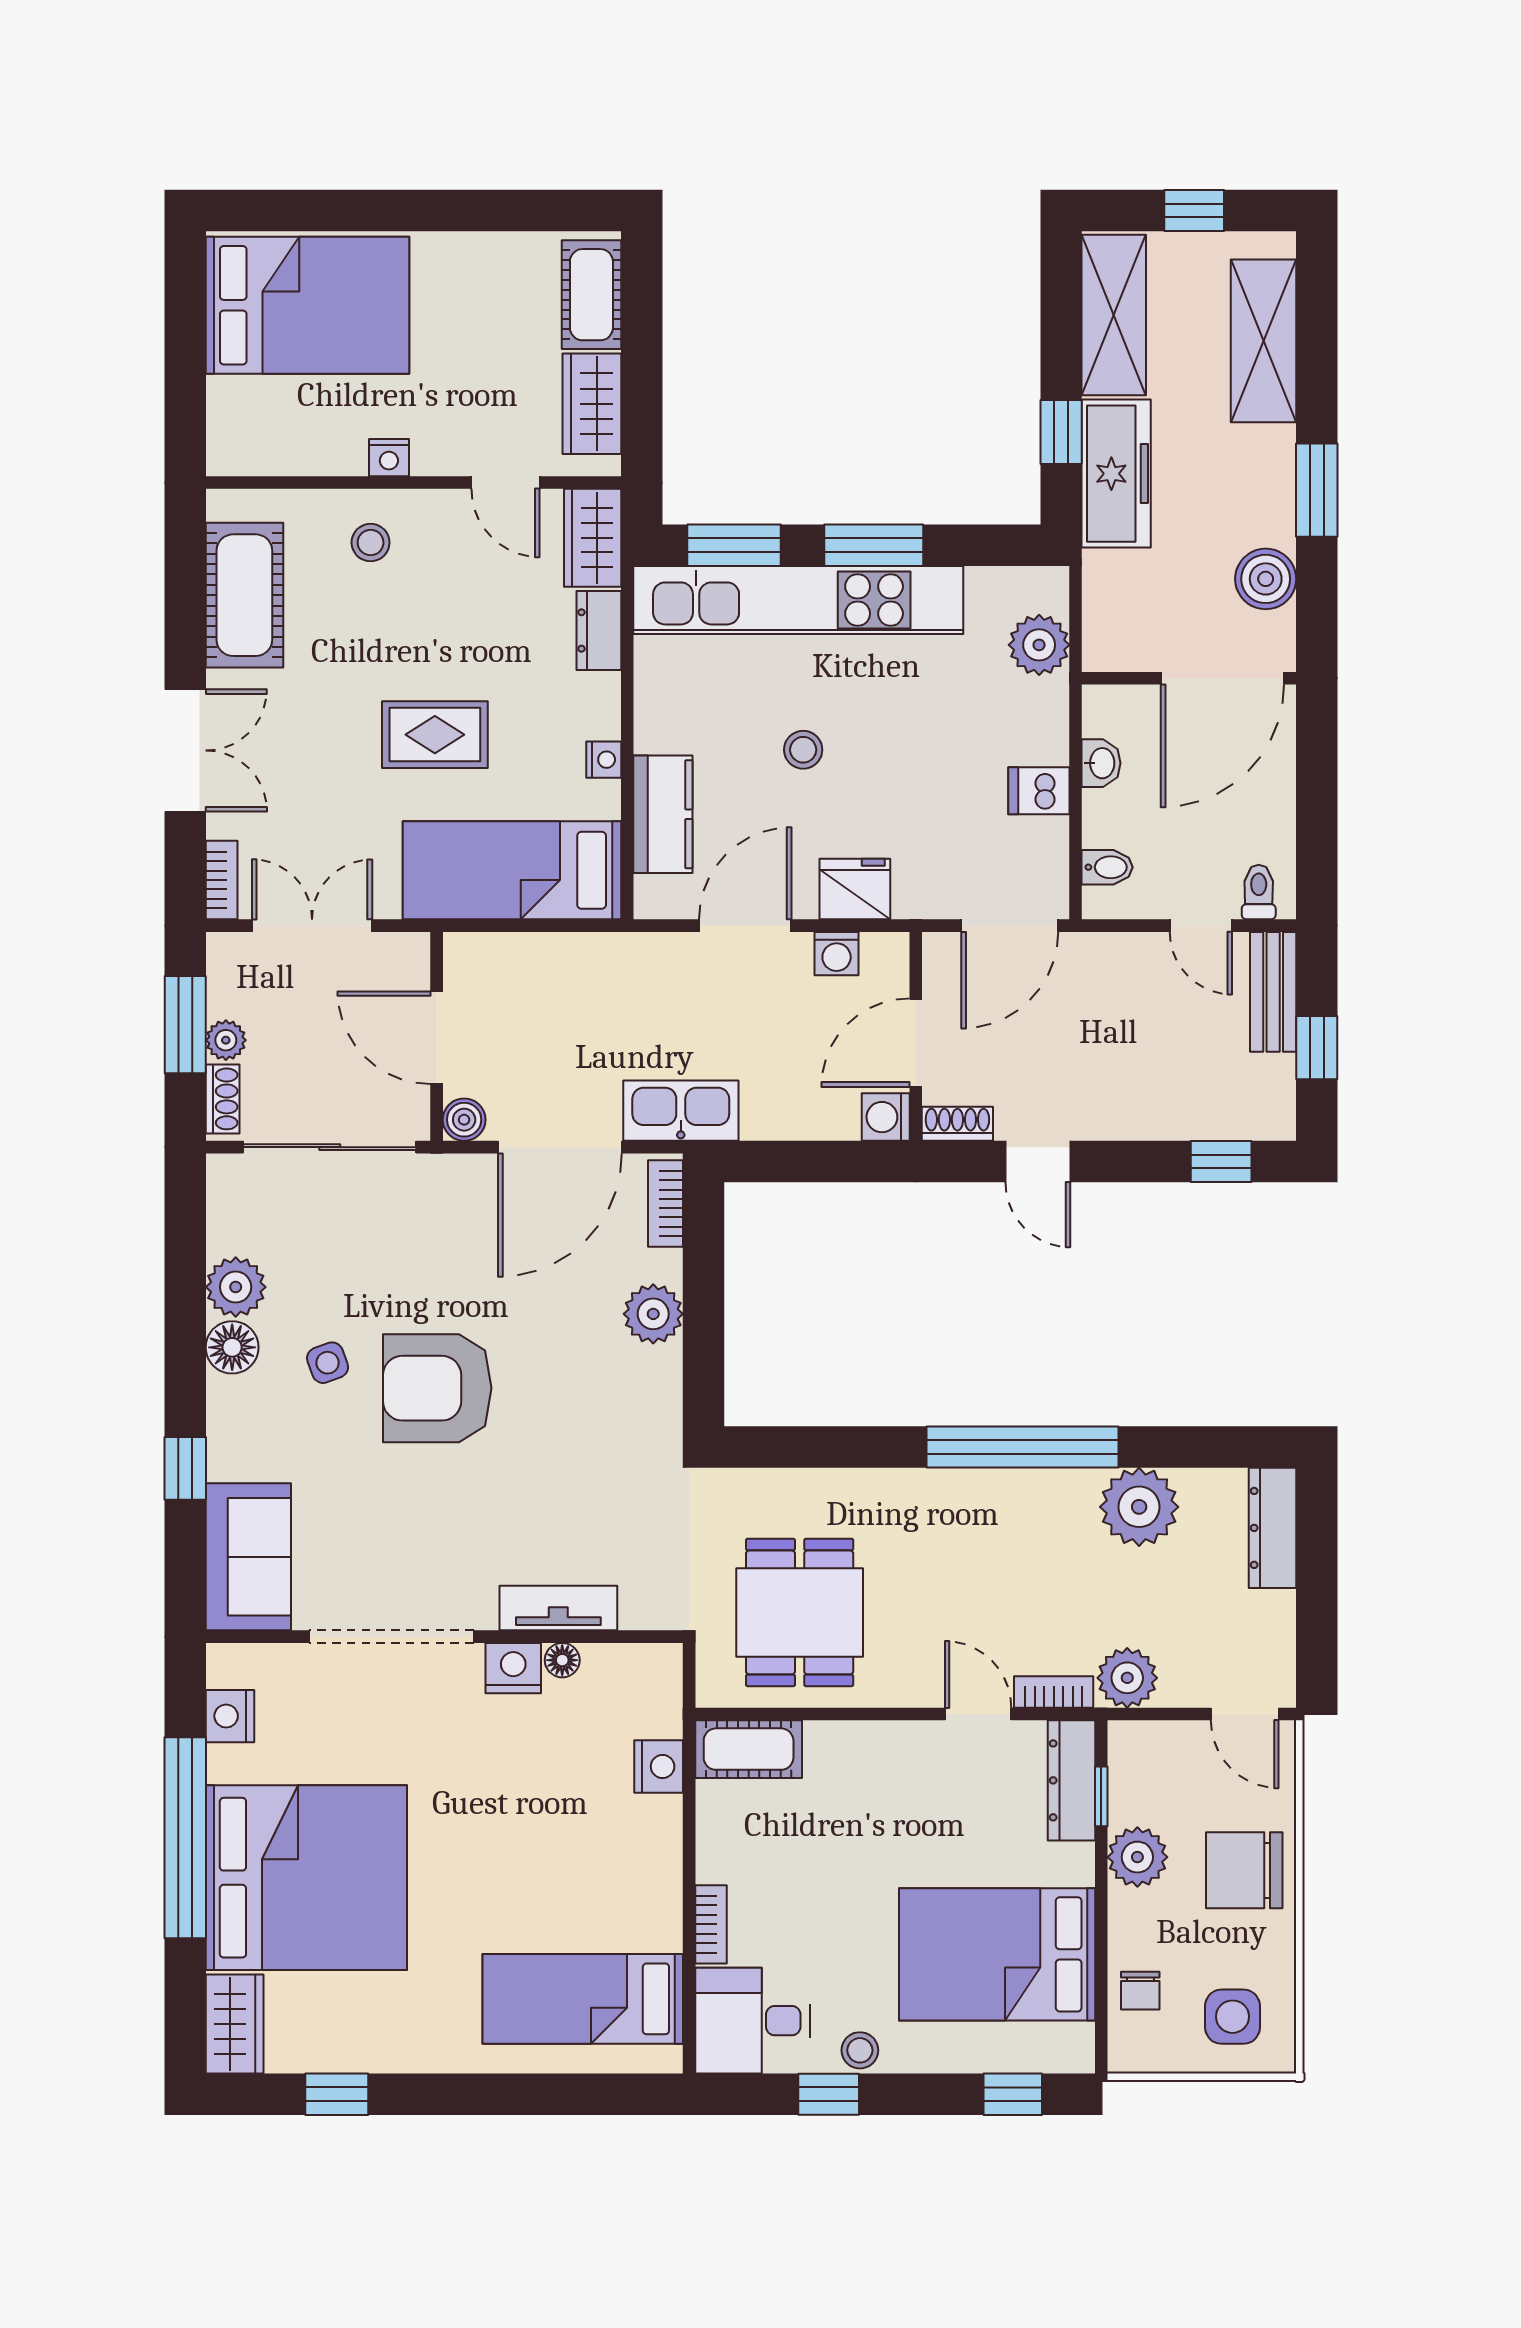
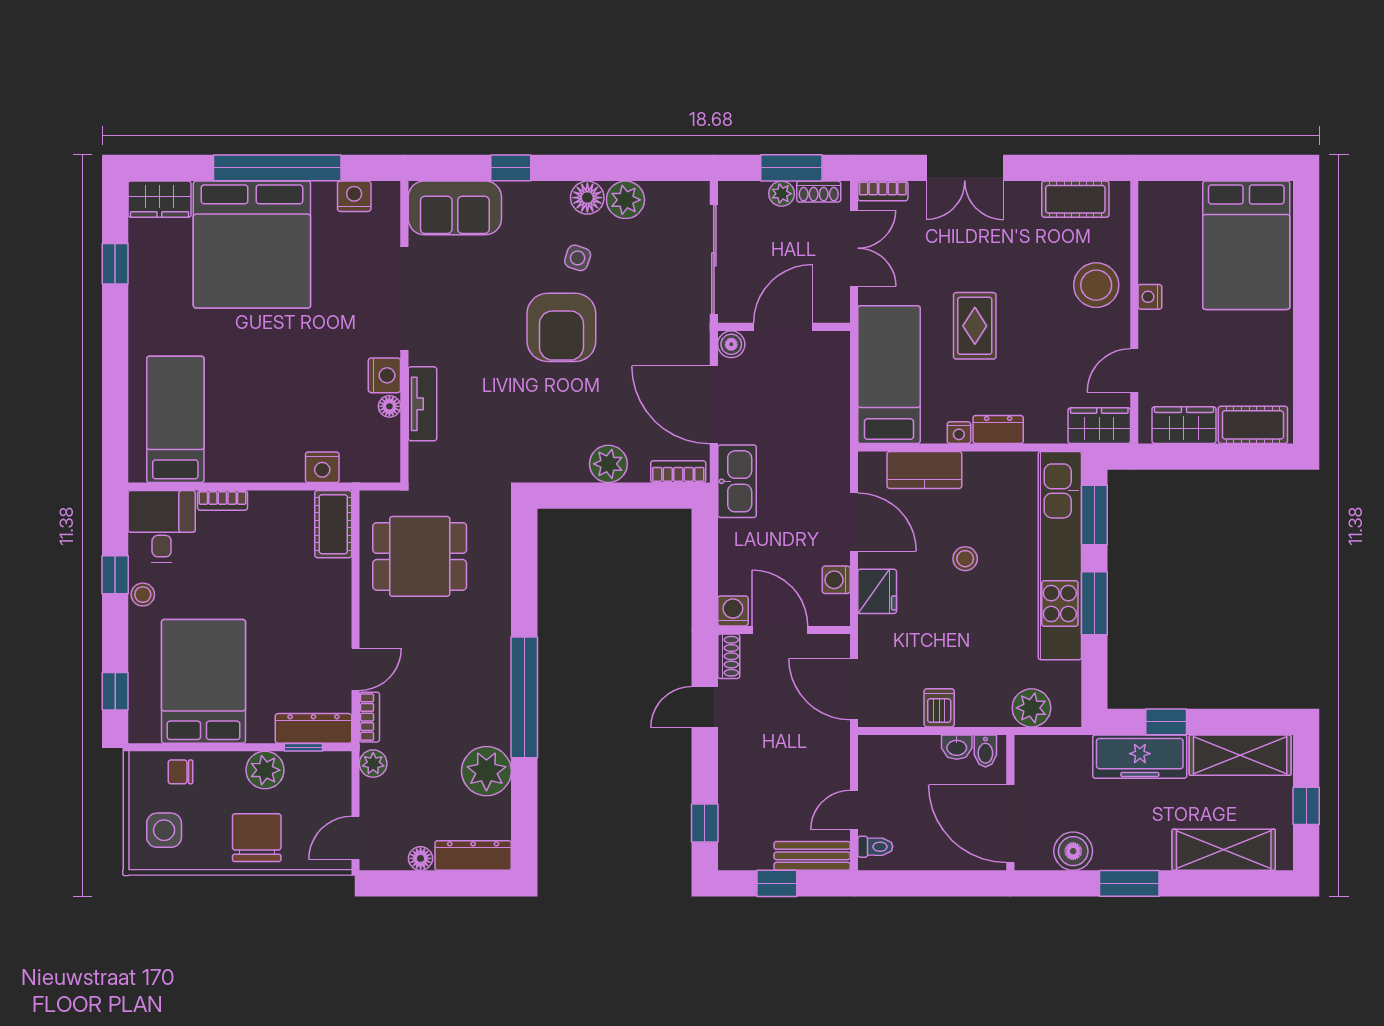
stool: (371, 543) -> (1096, 285), width x1.89, depth x1.89
cot: (244, 595) -> (1075, 199), width x0.73, depth x0.75
dresser: (599, 630) -> (998, 429), moved
bidet: (1107, 867) -> (985, 751), moved
shoe rack: (223, 1099) -> (819, 192), moved
side table: (328, 1363) -> (578, 258), turned 38
armchair: (437, 1388) -> (561, 327), turned 180
floor lamp: (1277, 1611) -> (421, 858), added
plant: (1127, 1678) -> (373, 764), width x0.73, depth x0.73

